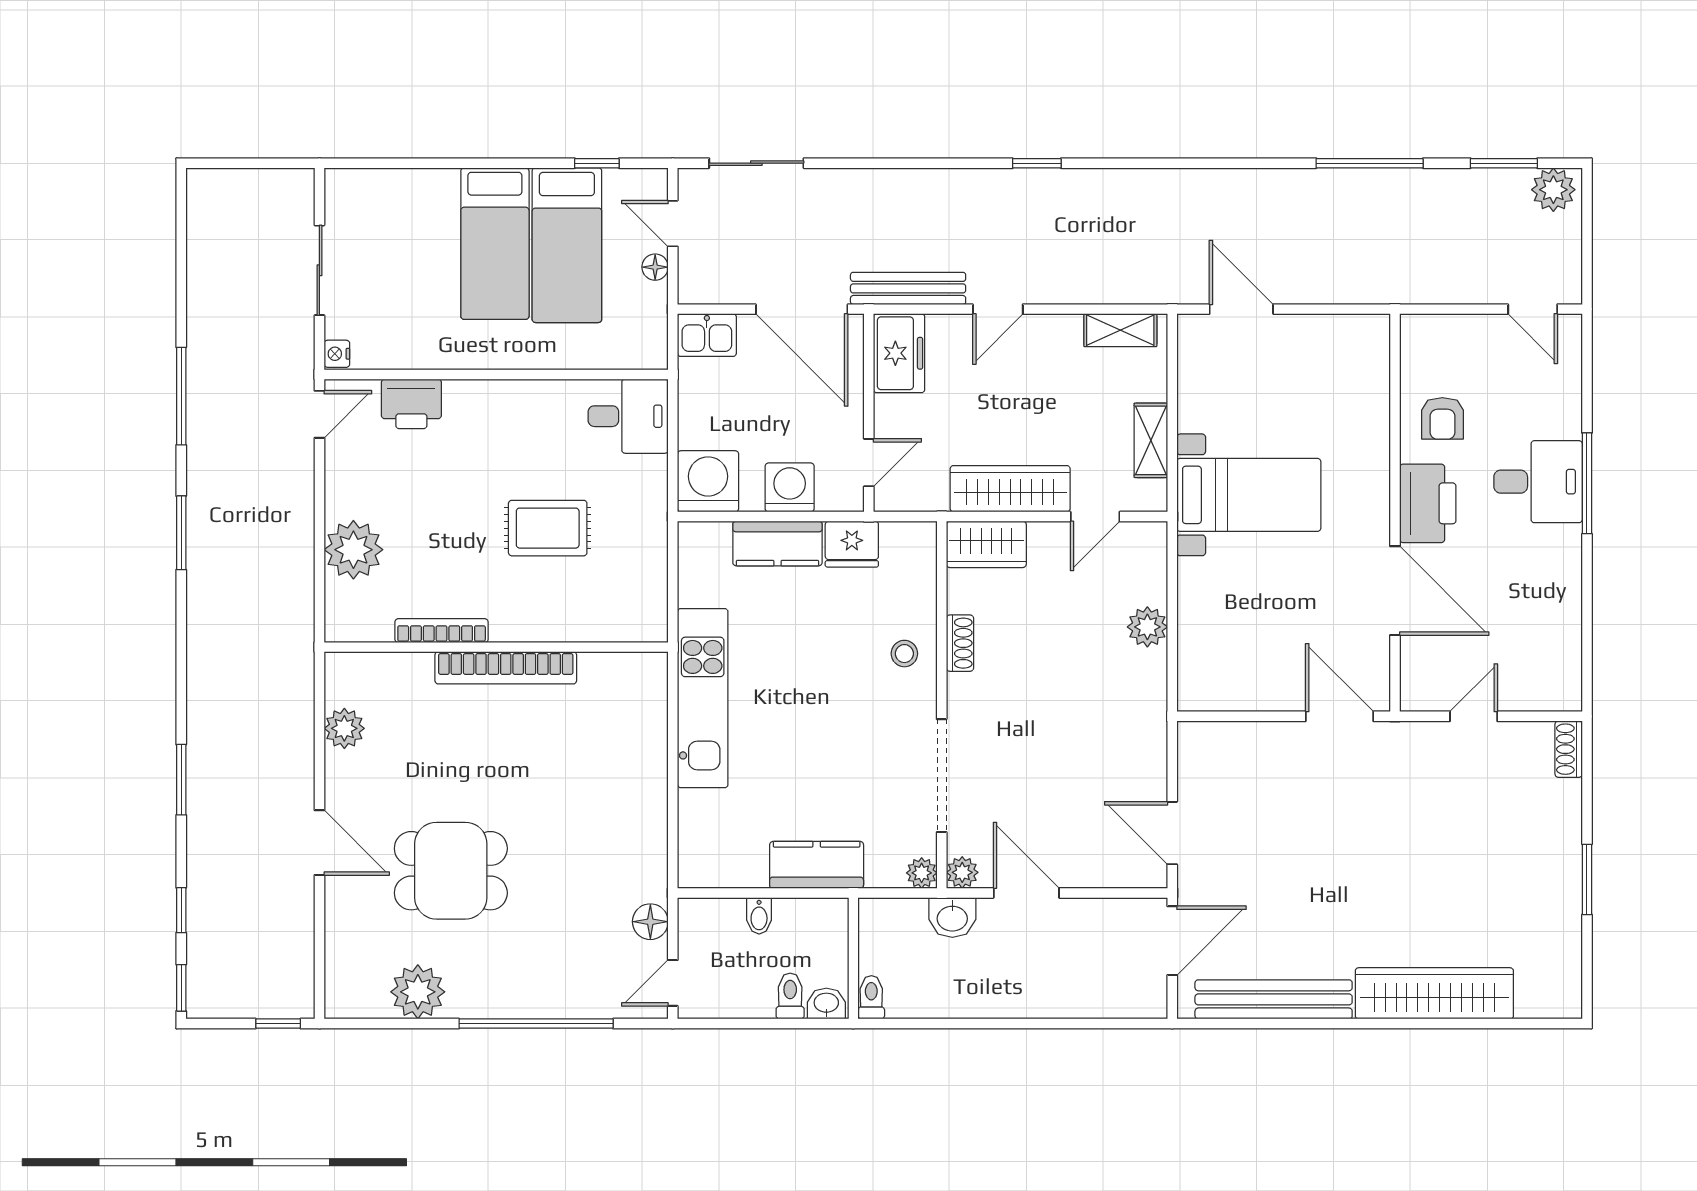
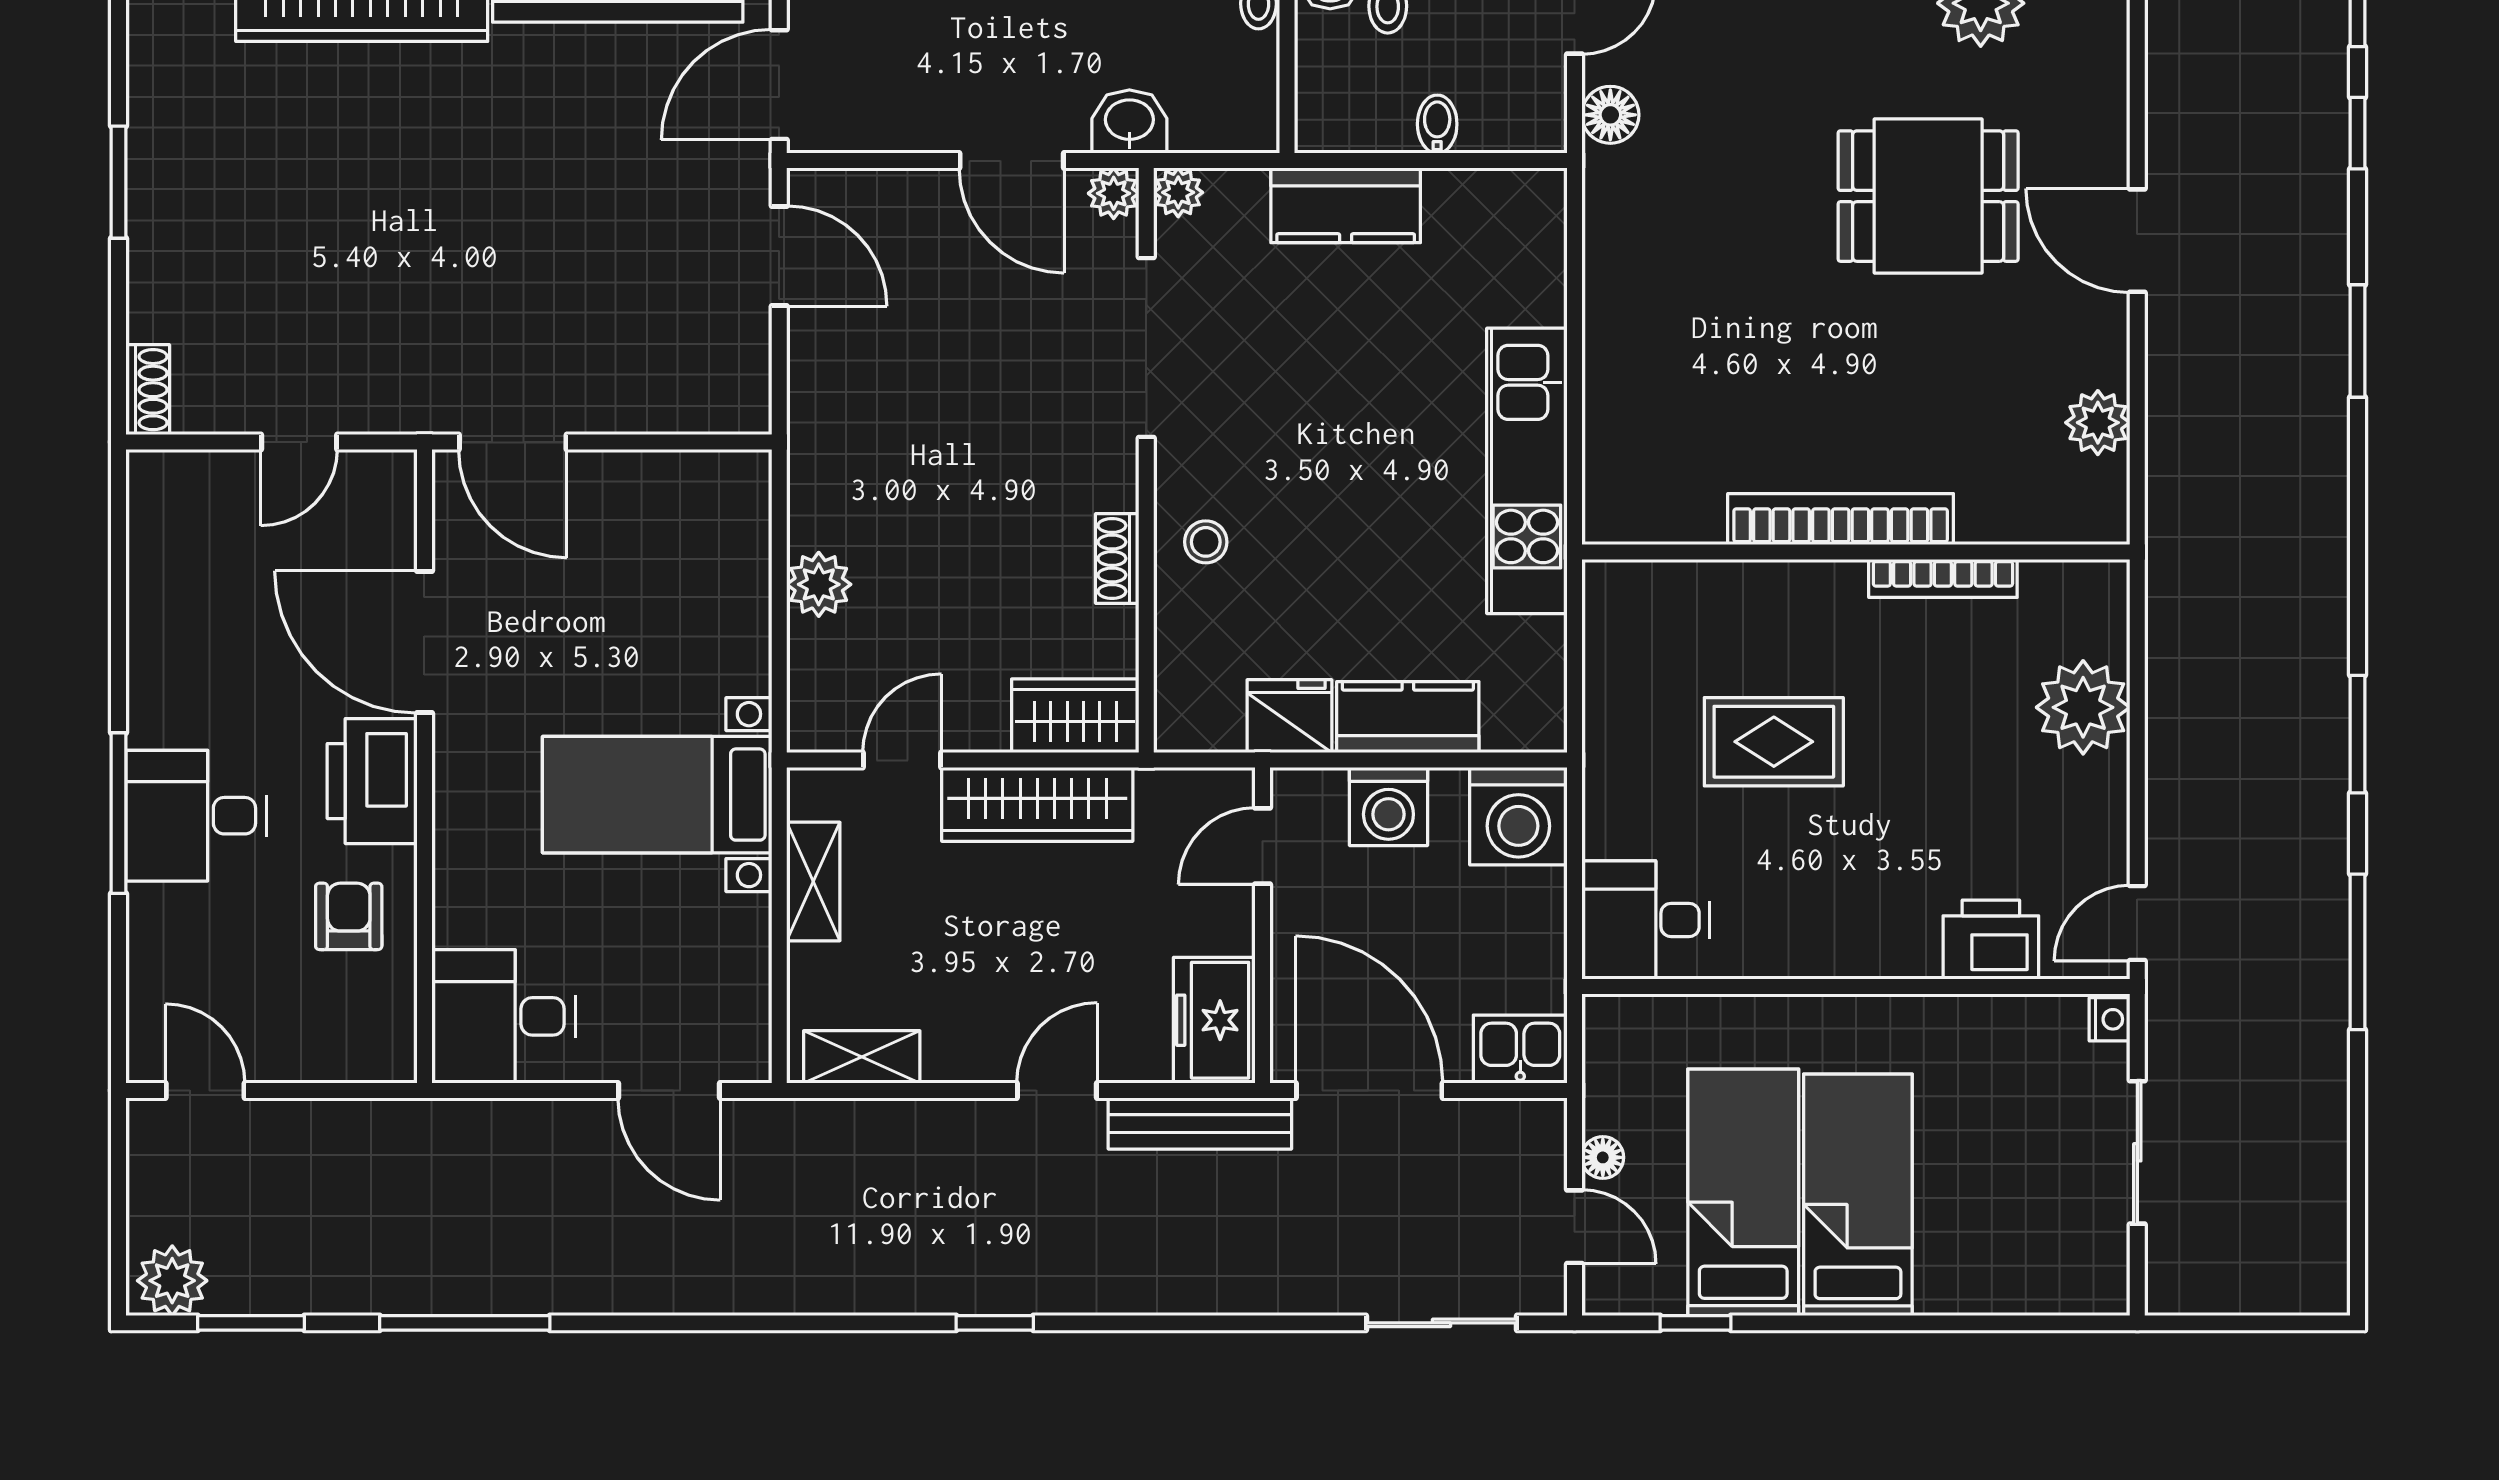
desk: (1345, 356) -> (504, 1016), added

